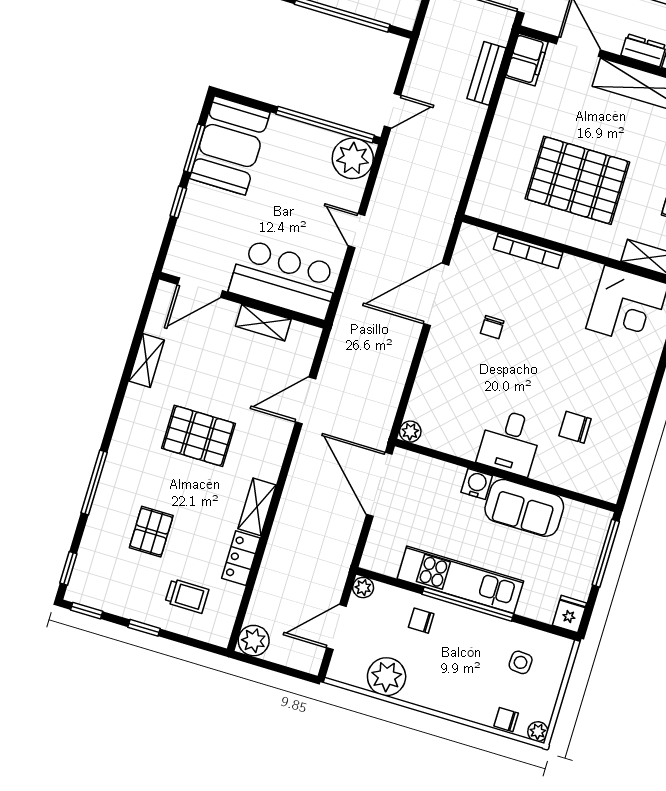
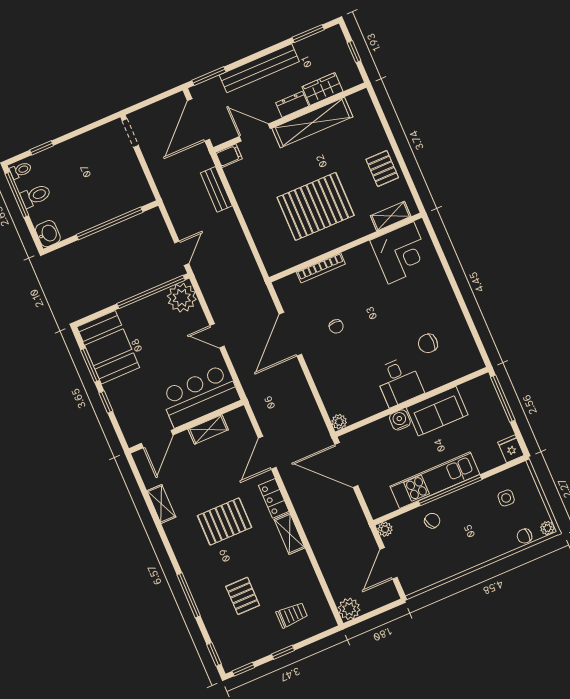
filing cabinet: (527, 60) -> (229, 156), width x0.50
locker: (241, 558) -> (274, 498), moved
chair: (421, 621) -> (432, 521), turned 153
plant: (387, 677) -> (439, 567), removed

